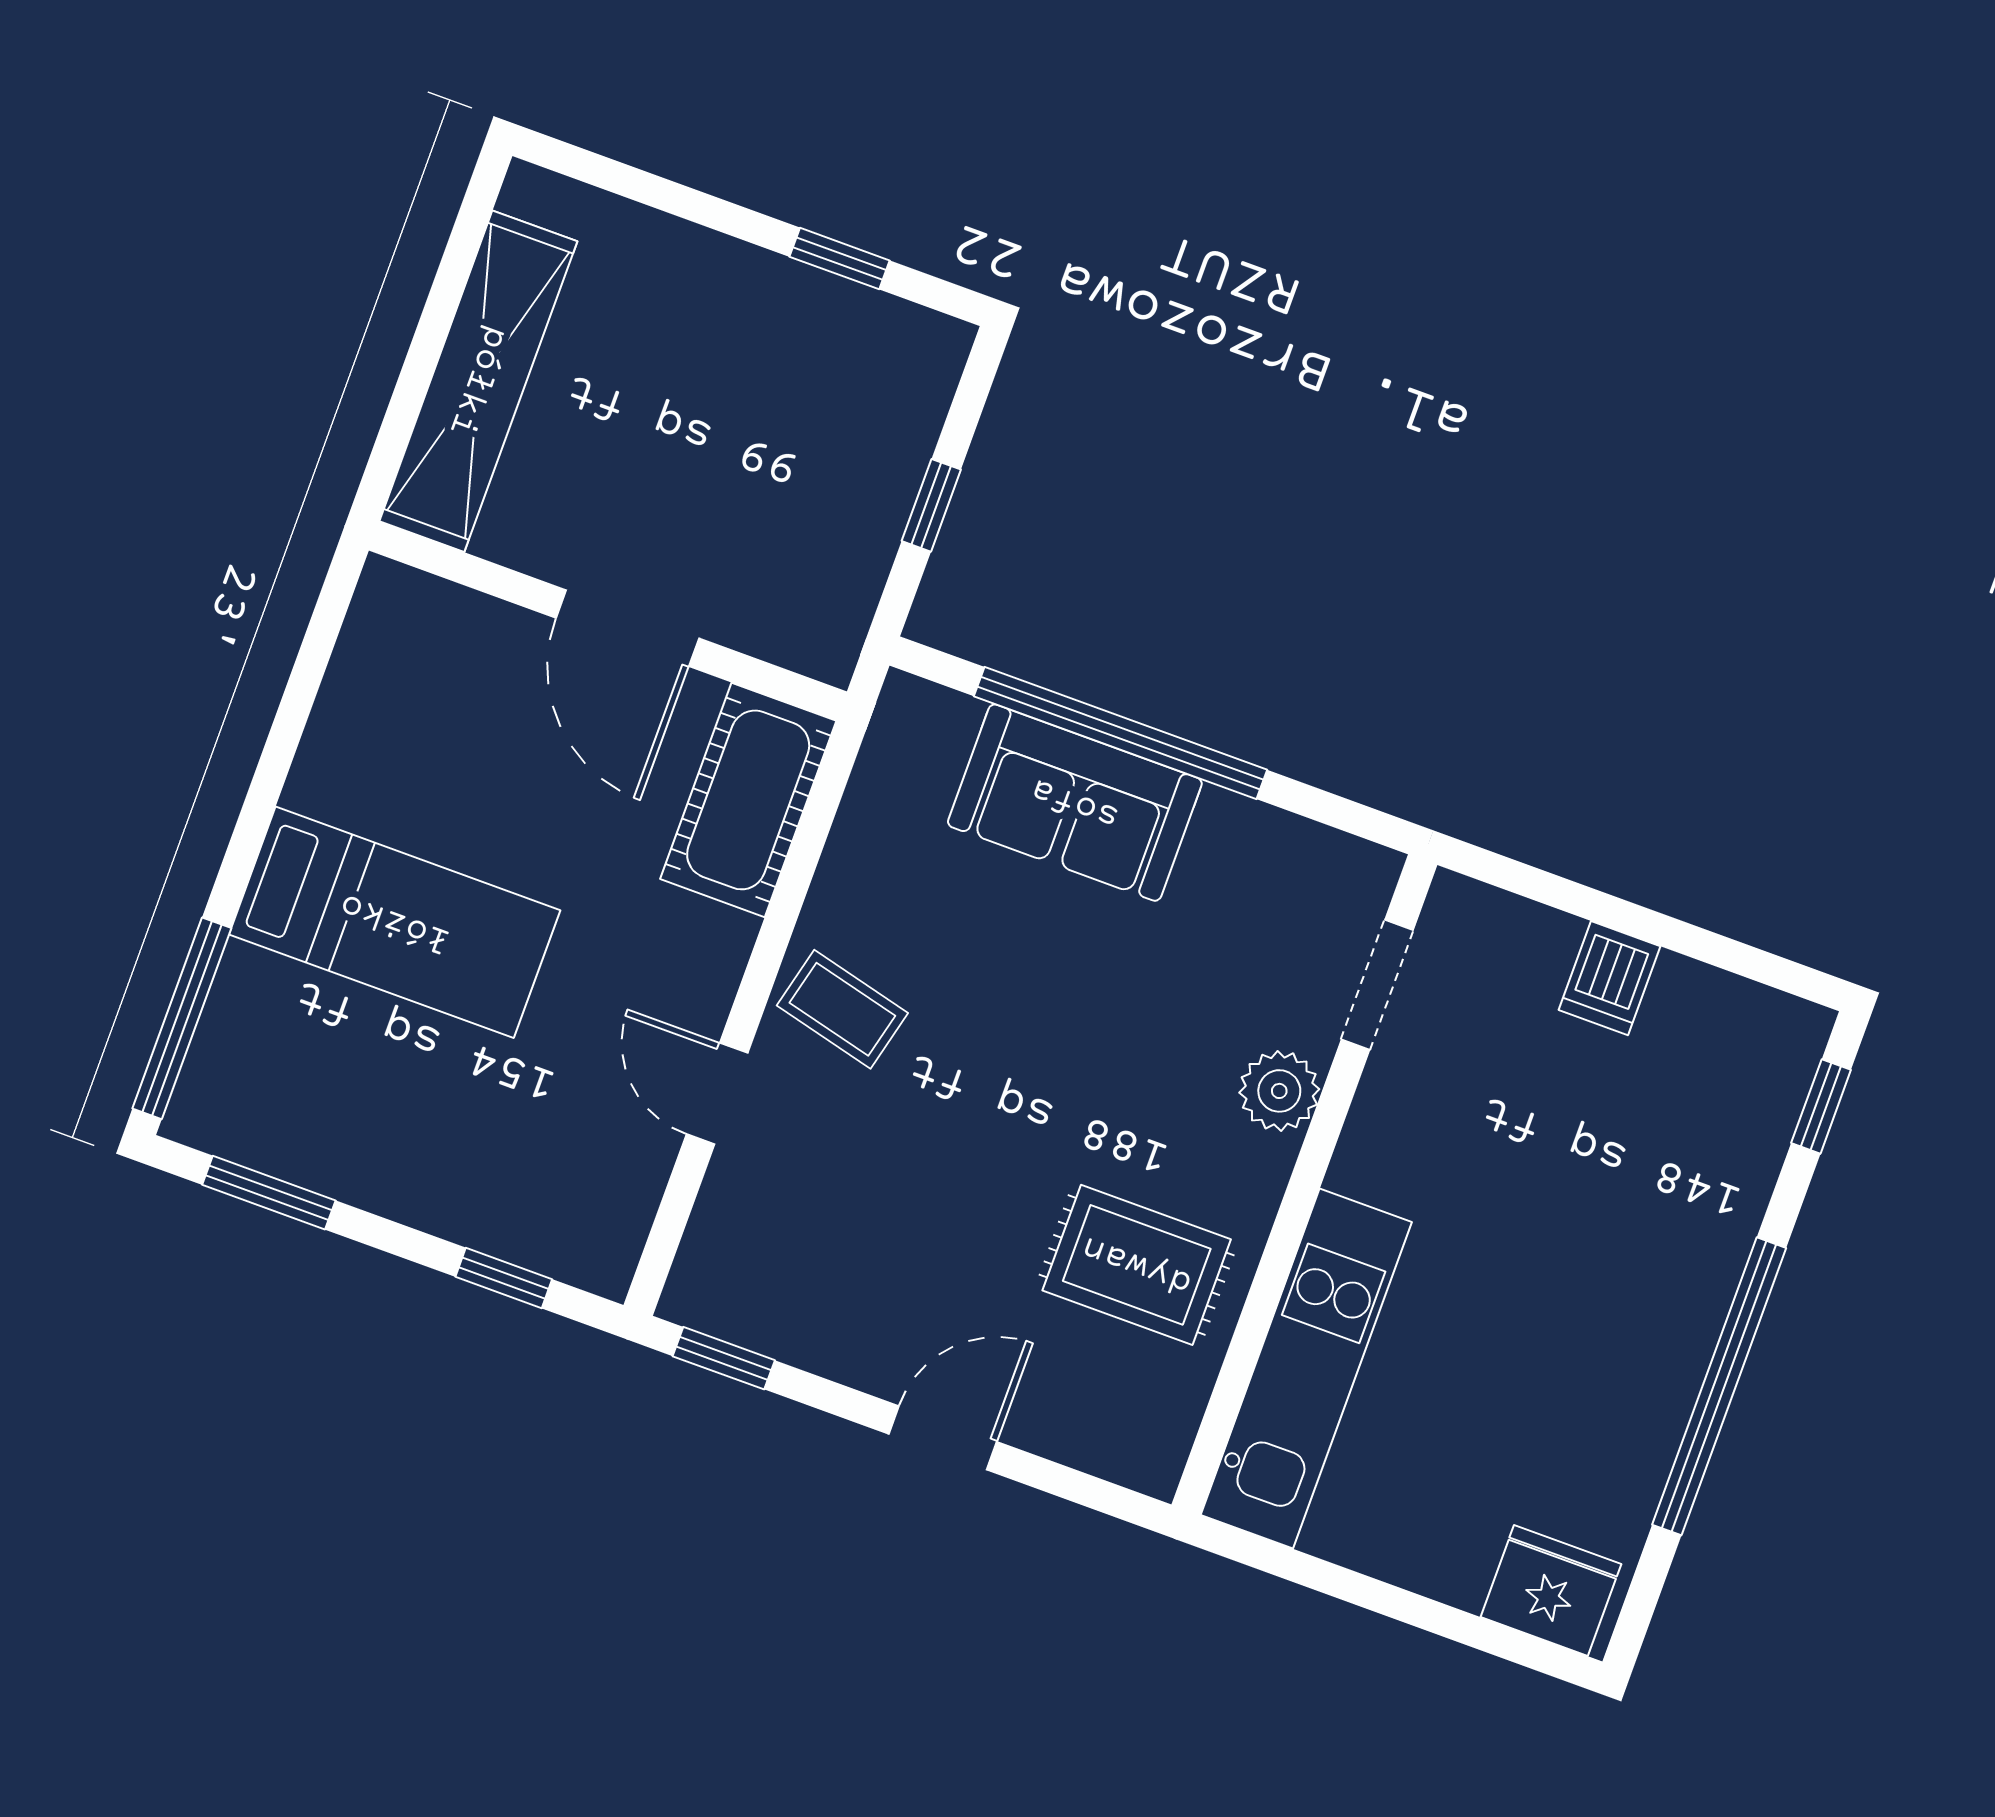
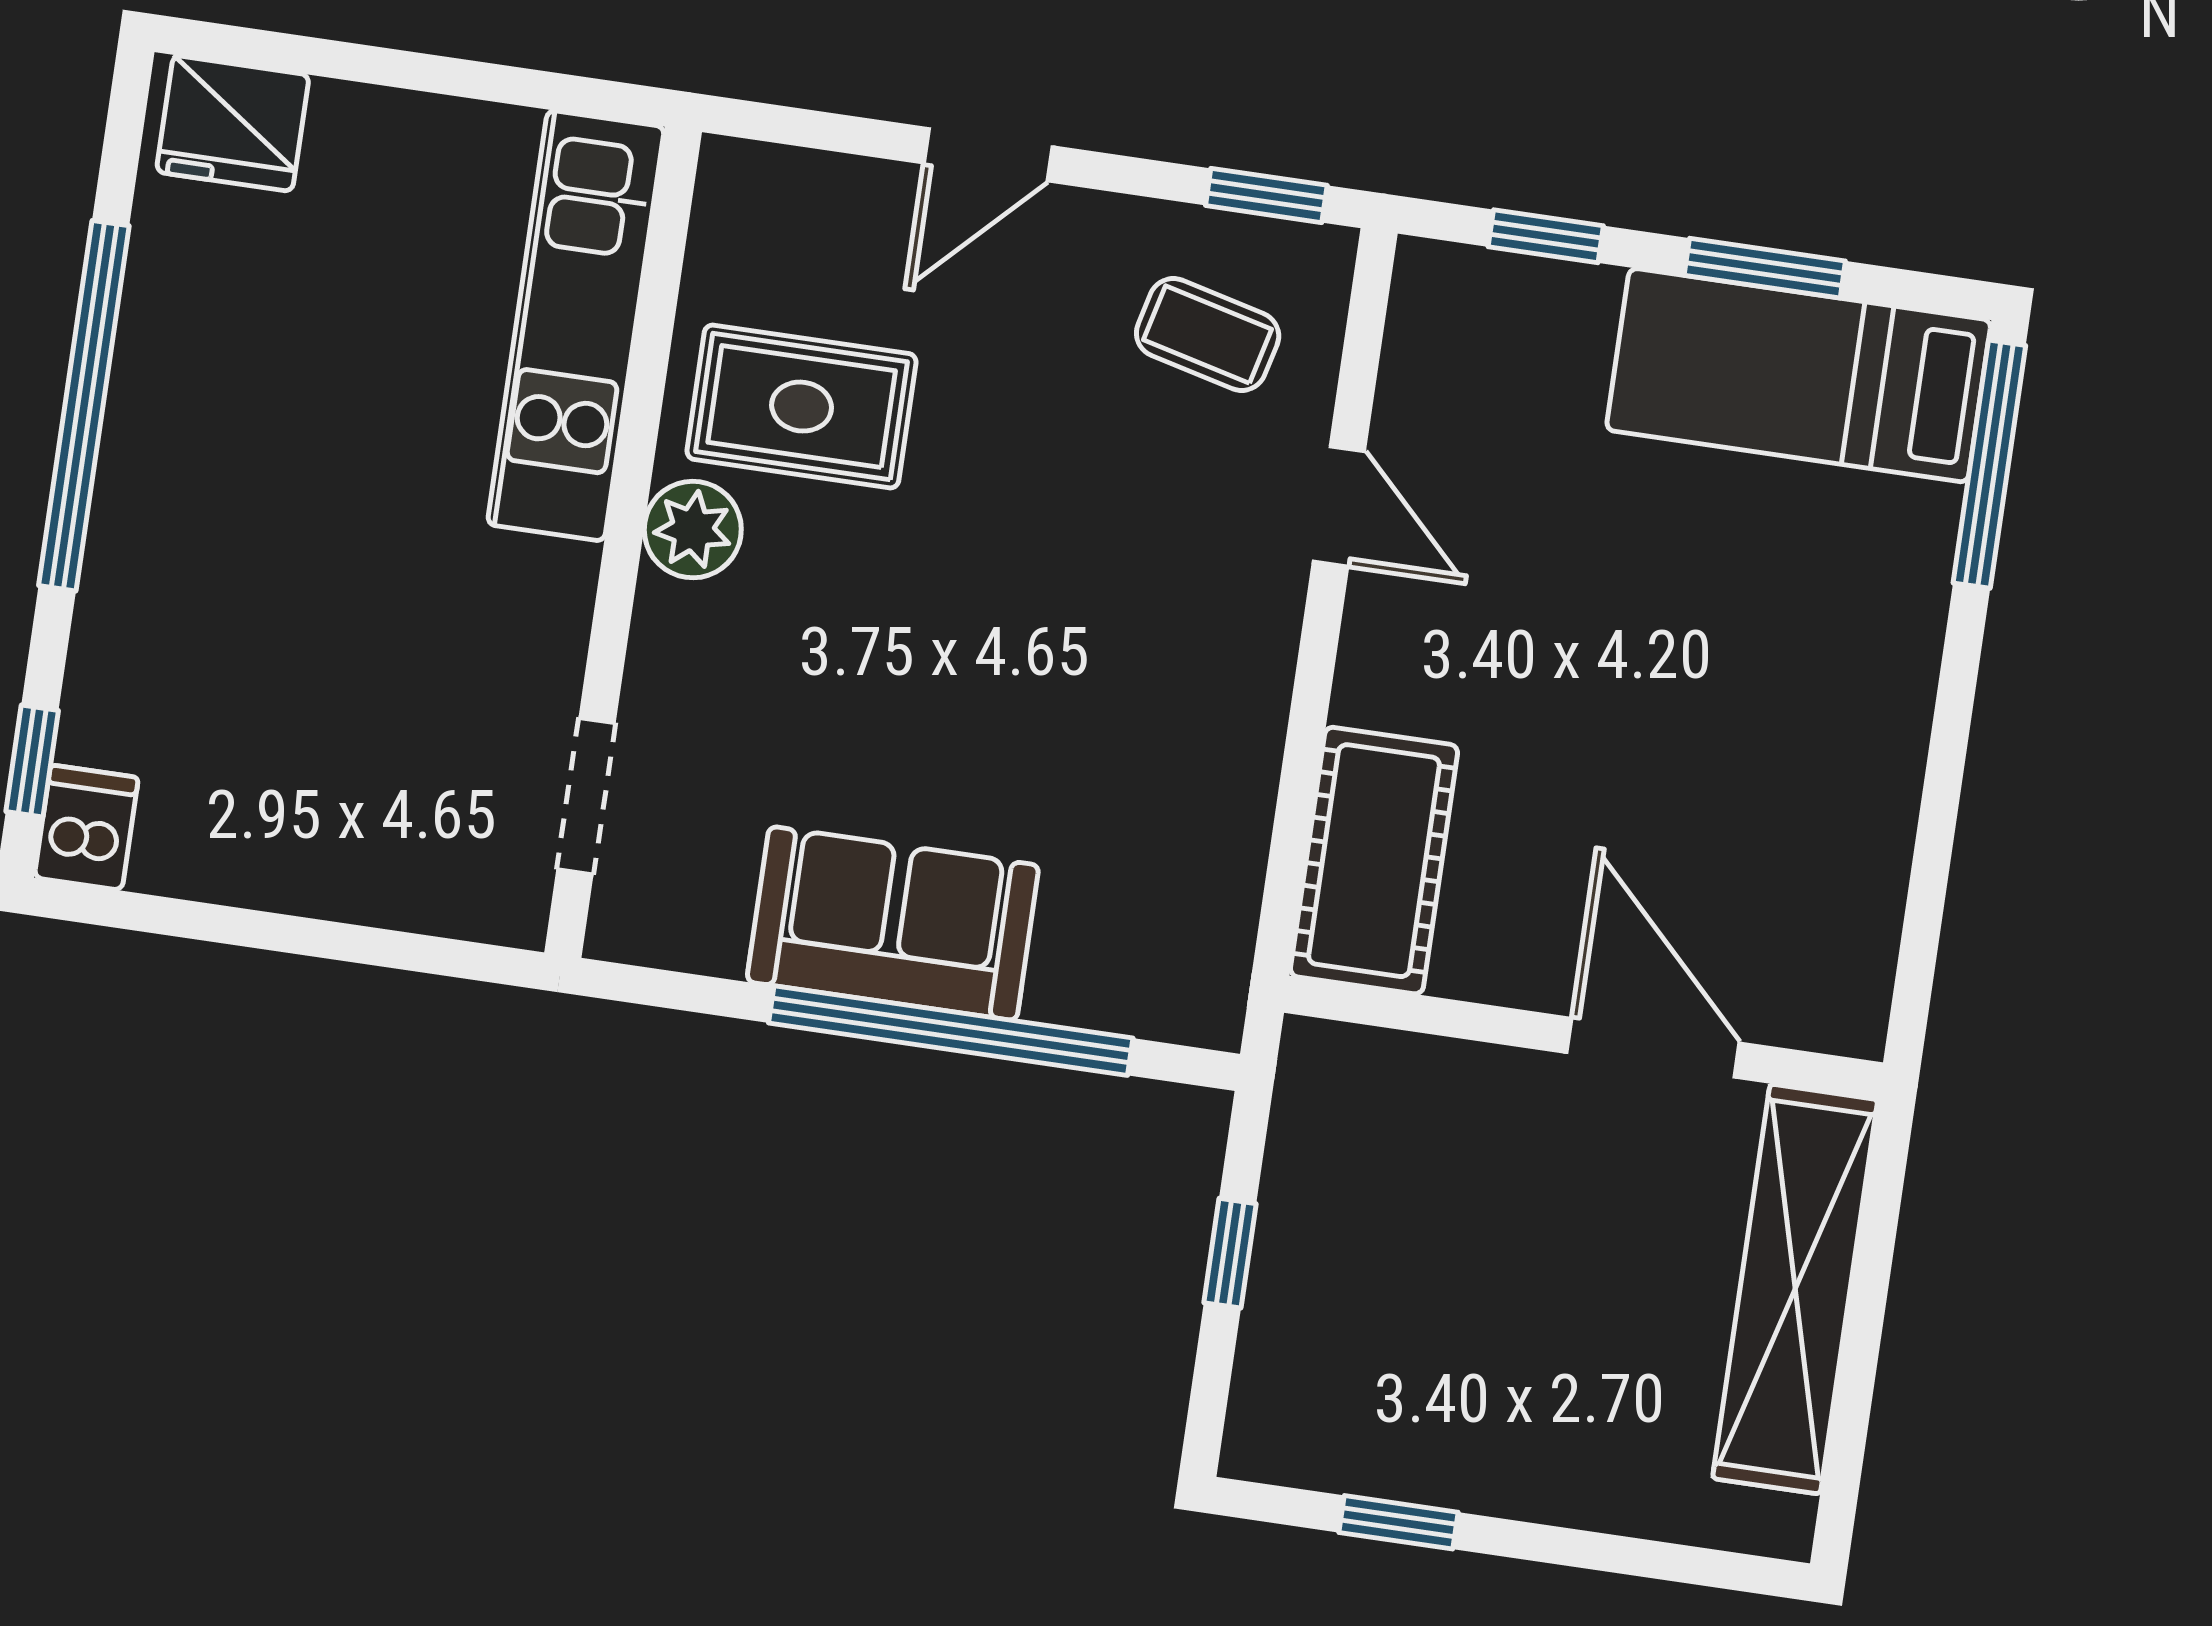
door: (627, 628) -> (1653, 1048), moved
sofa: (1075, 803) -> (893, 924), moved
bed: (395, 922) -> (1799, 375), moved
dishwasher: (1609, 978) -> (86, 828), moved
coffee table: (842, 1009) -> (1208, 335), moved
plant: (1279, 1091) -> (693, 530), moved
window: (269, 1193) -> (1765, 268), moved

